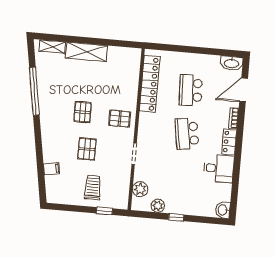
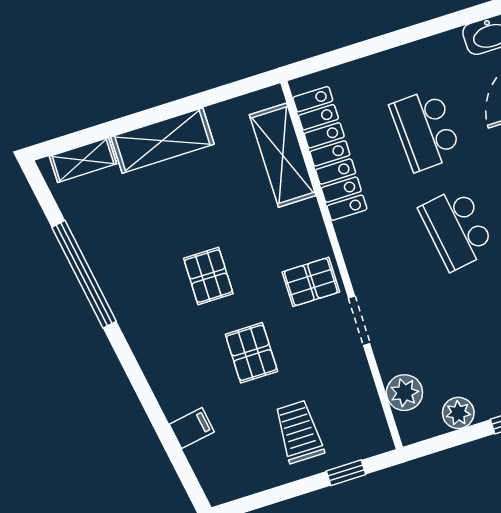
shelving: (131, 77) -> (283, 155), added
pallet: (120, 119) -> (311, 282), moved

